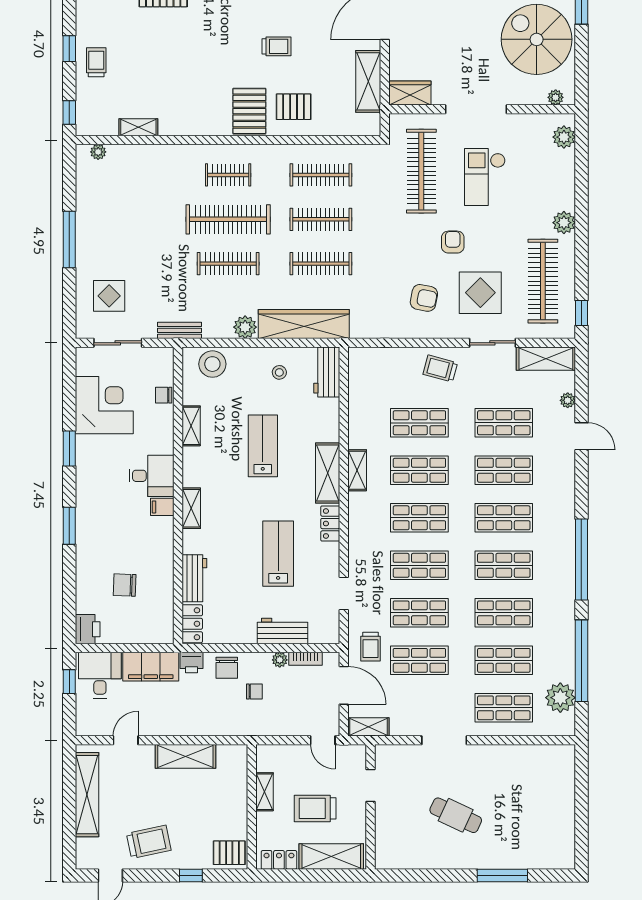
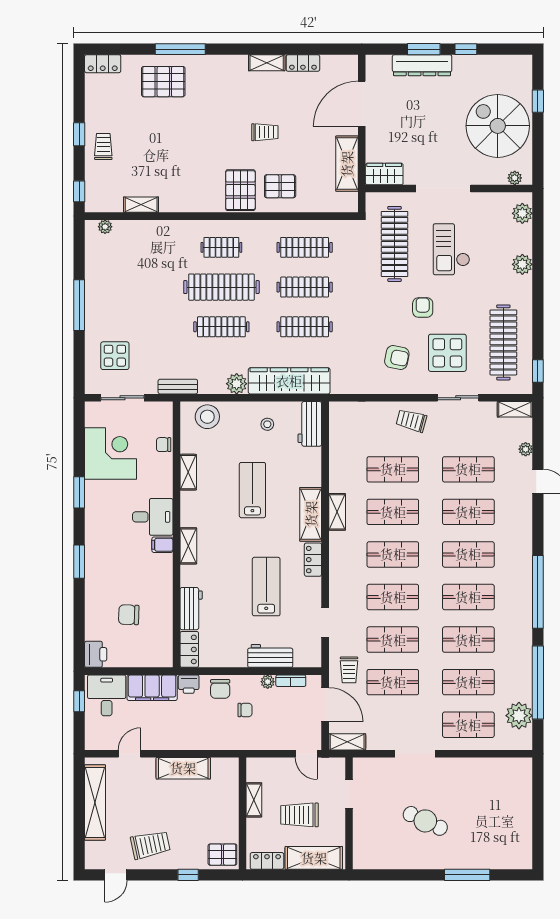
plant: (564, 223) -> (522, 264), moved
shelving: (546, 359) -> (515, 409), width x0.67, depth x0.75

